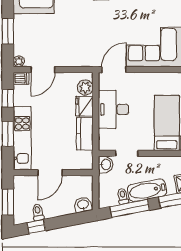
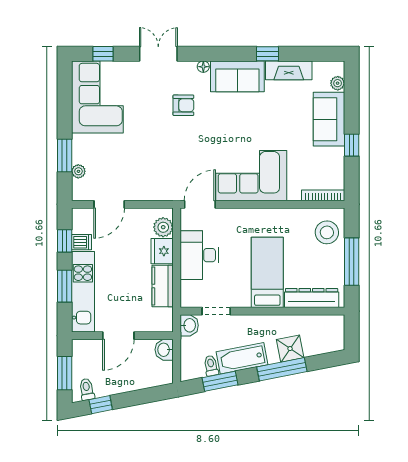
plant: (19, 61) -> (78, 171), moved
dishwasher: (21, 78) -> (81, 242), moved
washbasin: (83, 205) -> (164, 350), moved, turned -79
window: (130, 208) -> (220, 381), width x0.69
toilet: (38, 212) -> (87, 389), moved

